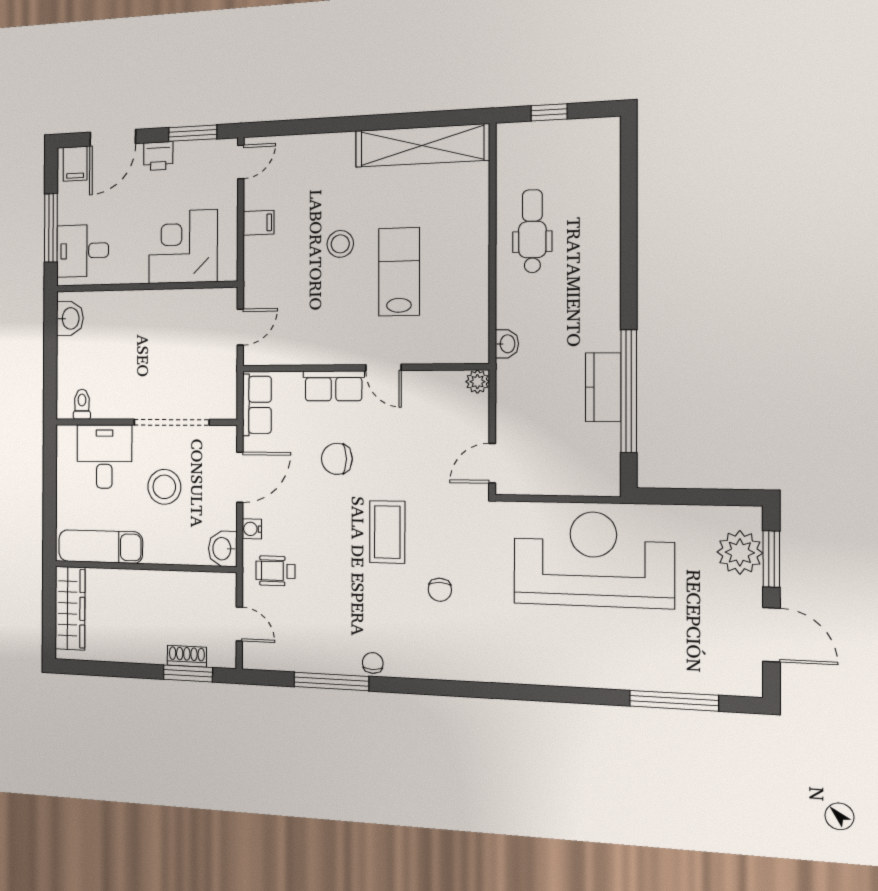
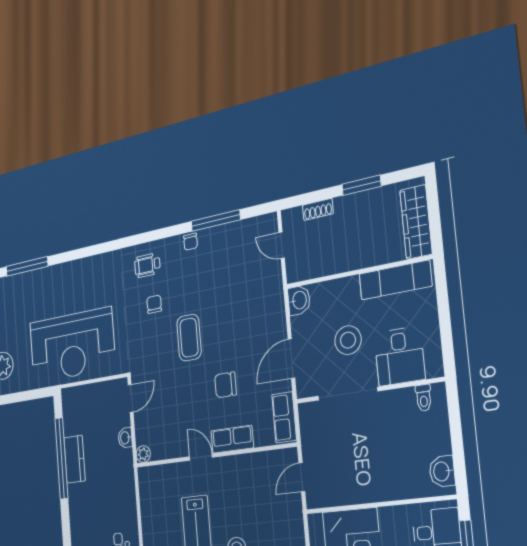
washbasin: (507, 344) -> (125, 438), moved
chair: (337, 459) -> (226, 385), turned 180
water cooler: (252, 529) -> (279, 320), removed
wheelchair: (275, 571) -> (147, 265), moved, turned 180
window: (188, 673) -> (361, 185), moved

